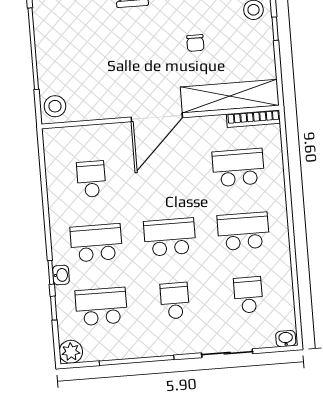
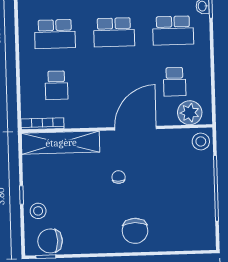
chair: (195, 43) -> (119, 177), moved
door: (157, 117) -> (136, 128), moved
plant: (71, 141) -> (190, 113), added
school desk: (238, 168) -> (56, 85), width x0.54

